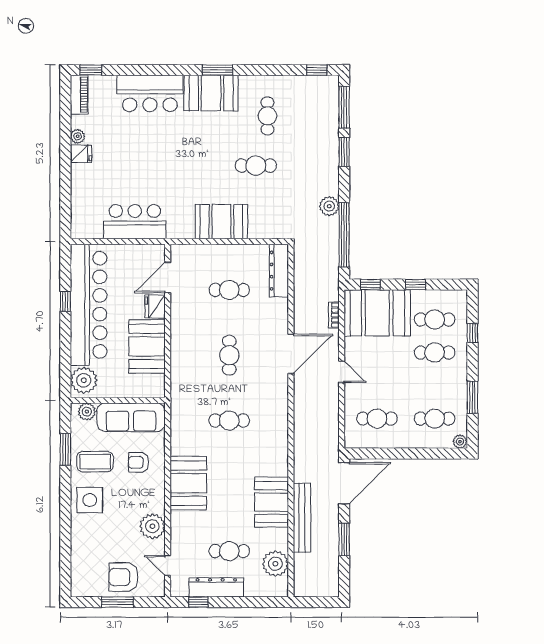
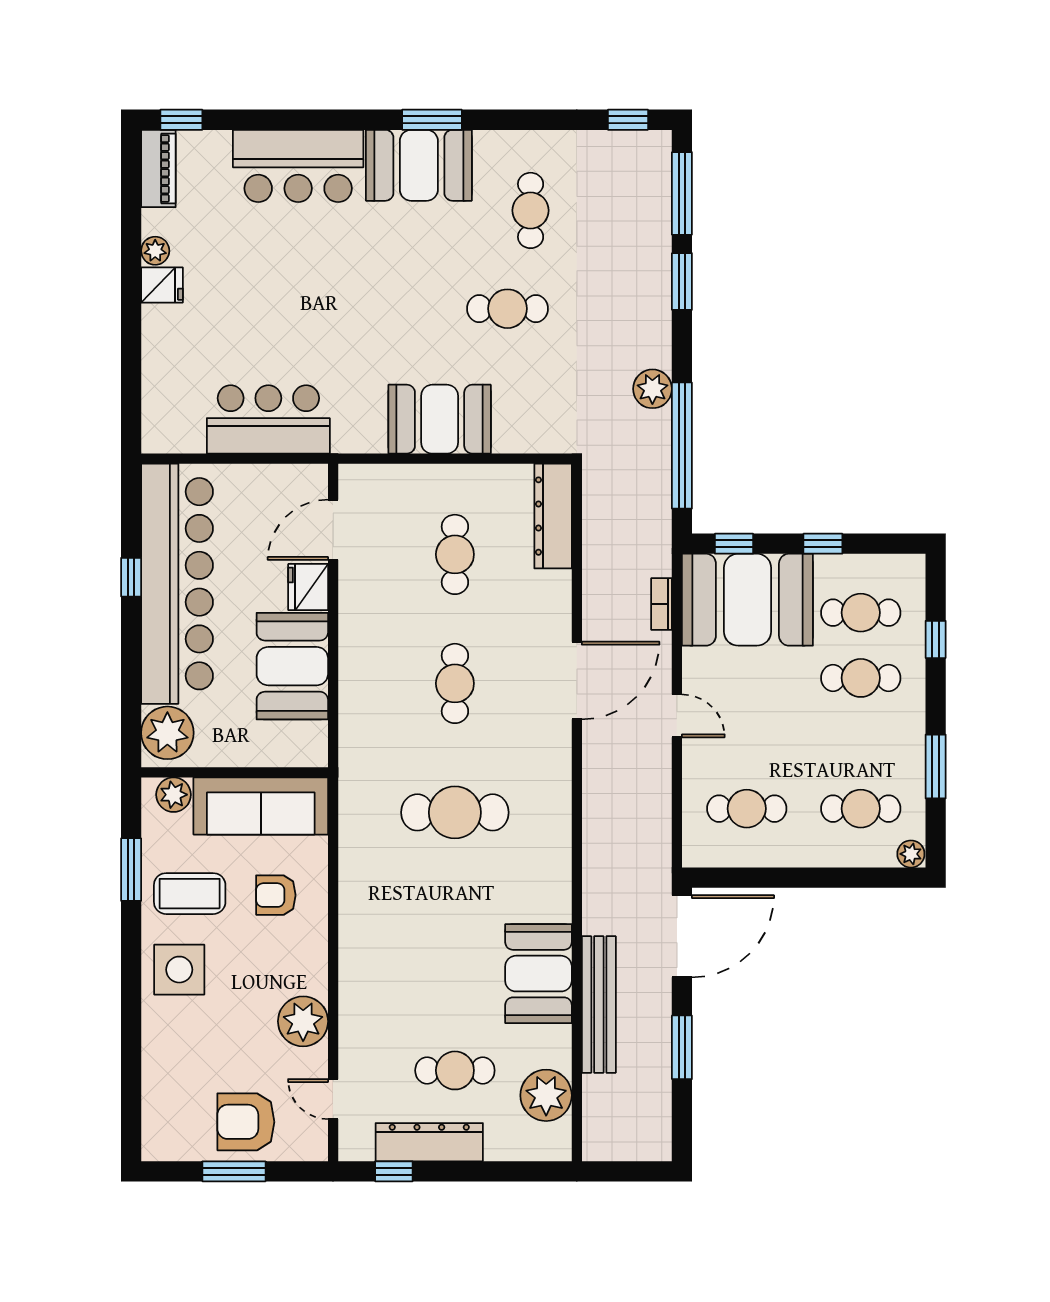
cafe table: (229, 290) -> (455, 554), turned 90
cafe table: (229, 421) -> (455, 812), width x1.37, depth x1.35
booth: (188, 483) -> (374, 936), removed

